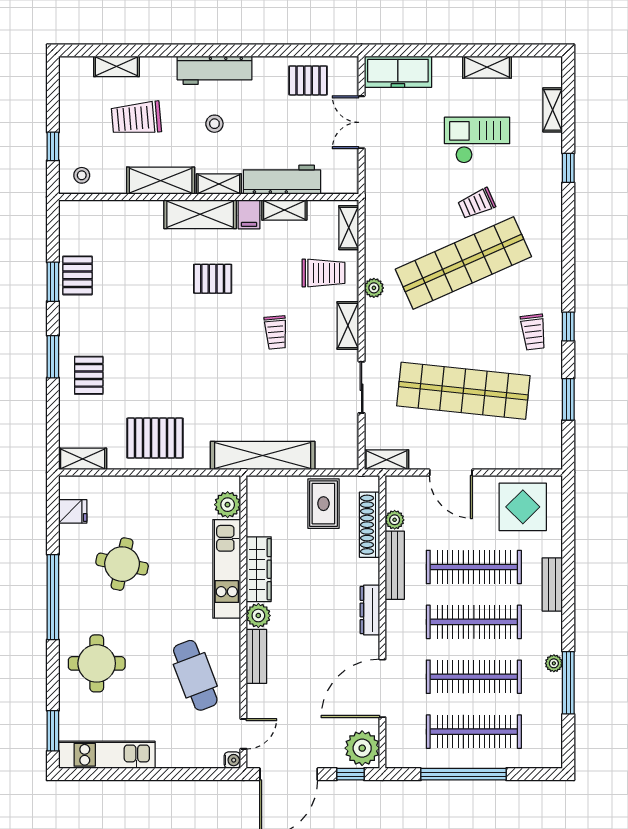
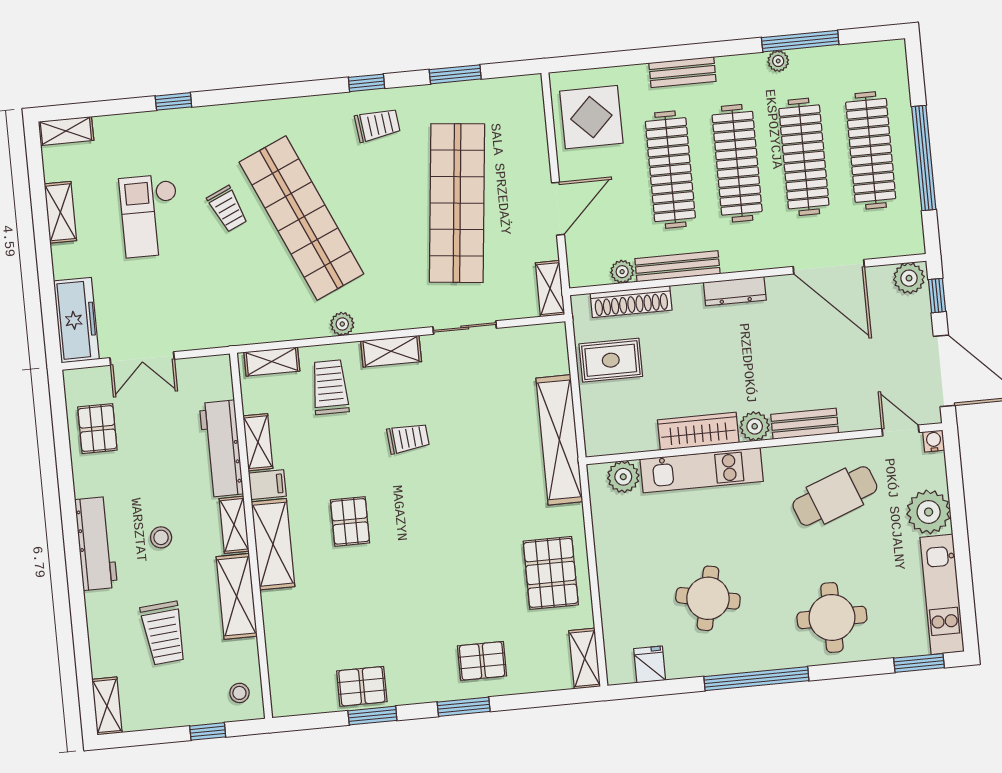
shelving: (116, 66) -> (107, 706), moved
shelving: (553, 110) -> (66, 131), moved
plant: (362, 748) -> (909, 278), width x0.73, depth x0.73
plant: (175, 750) -> (929, 512), added

